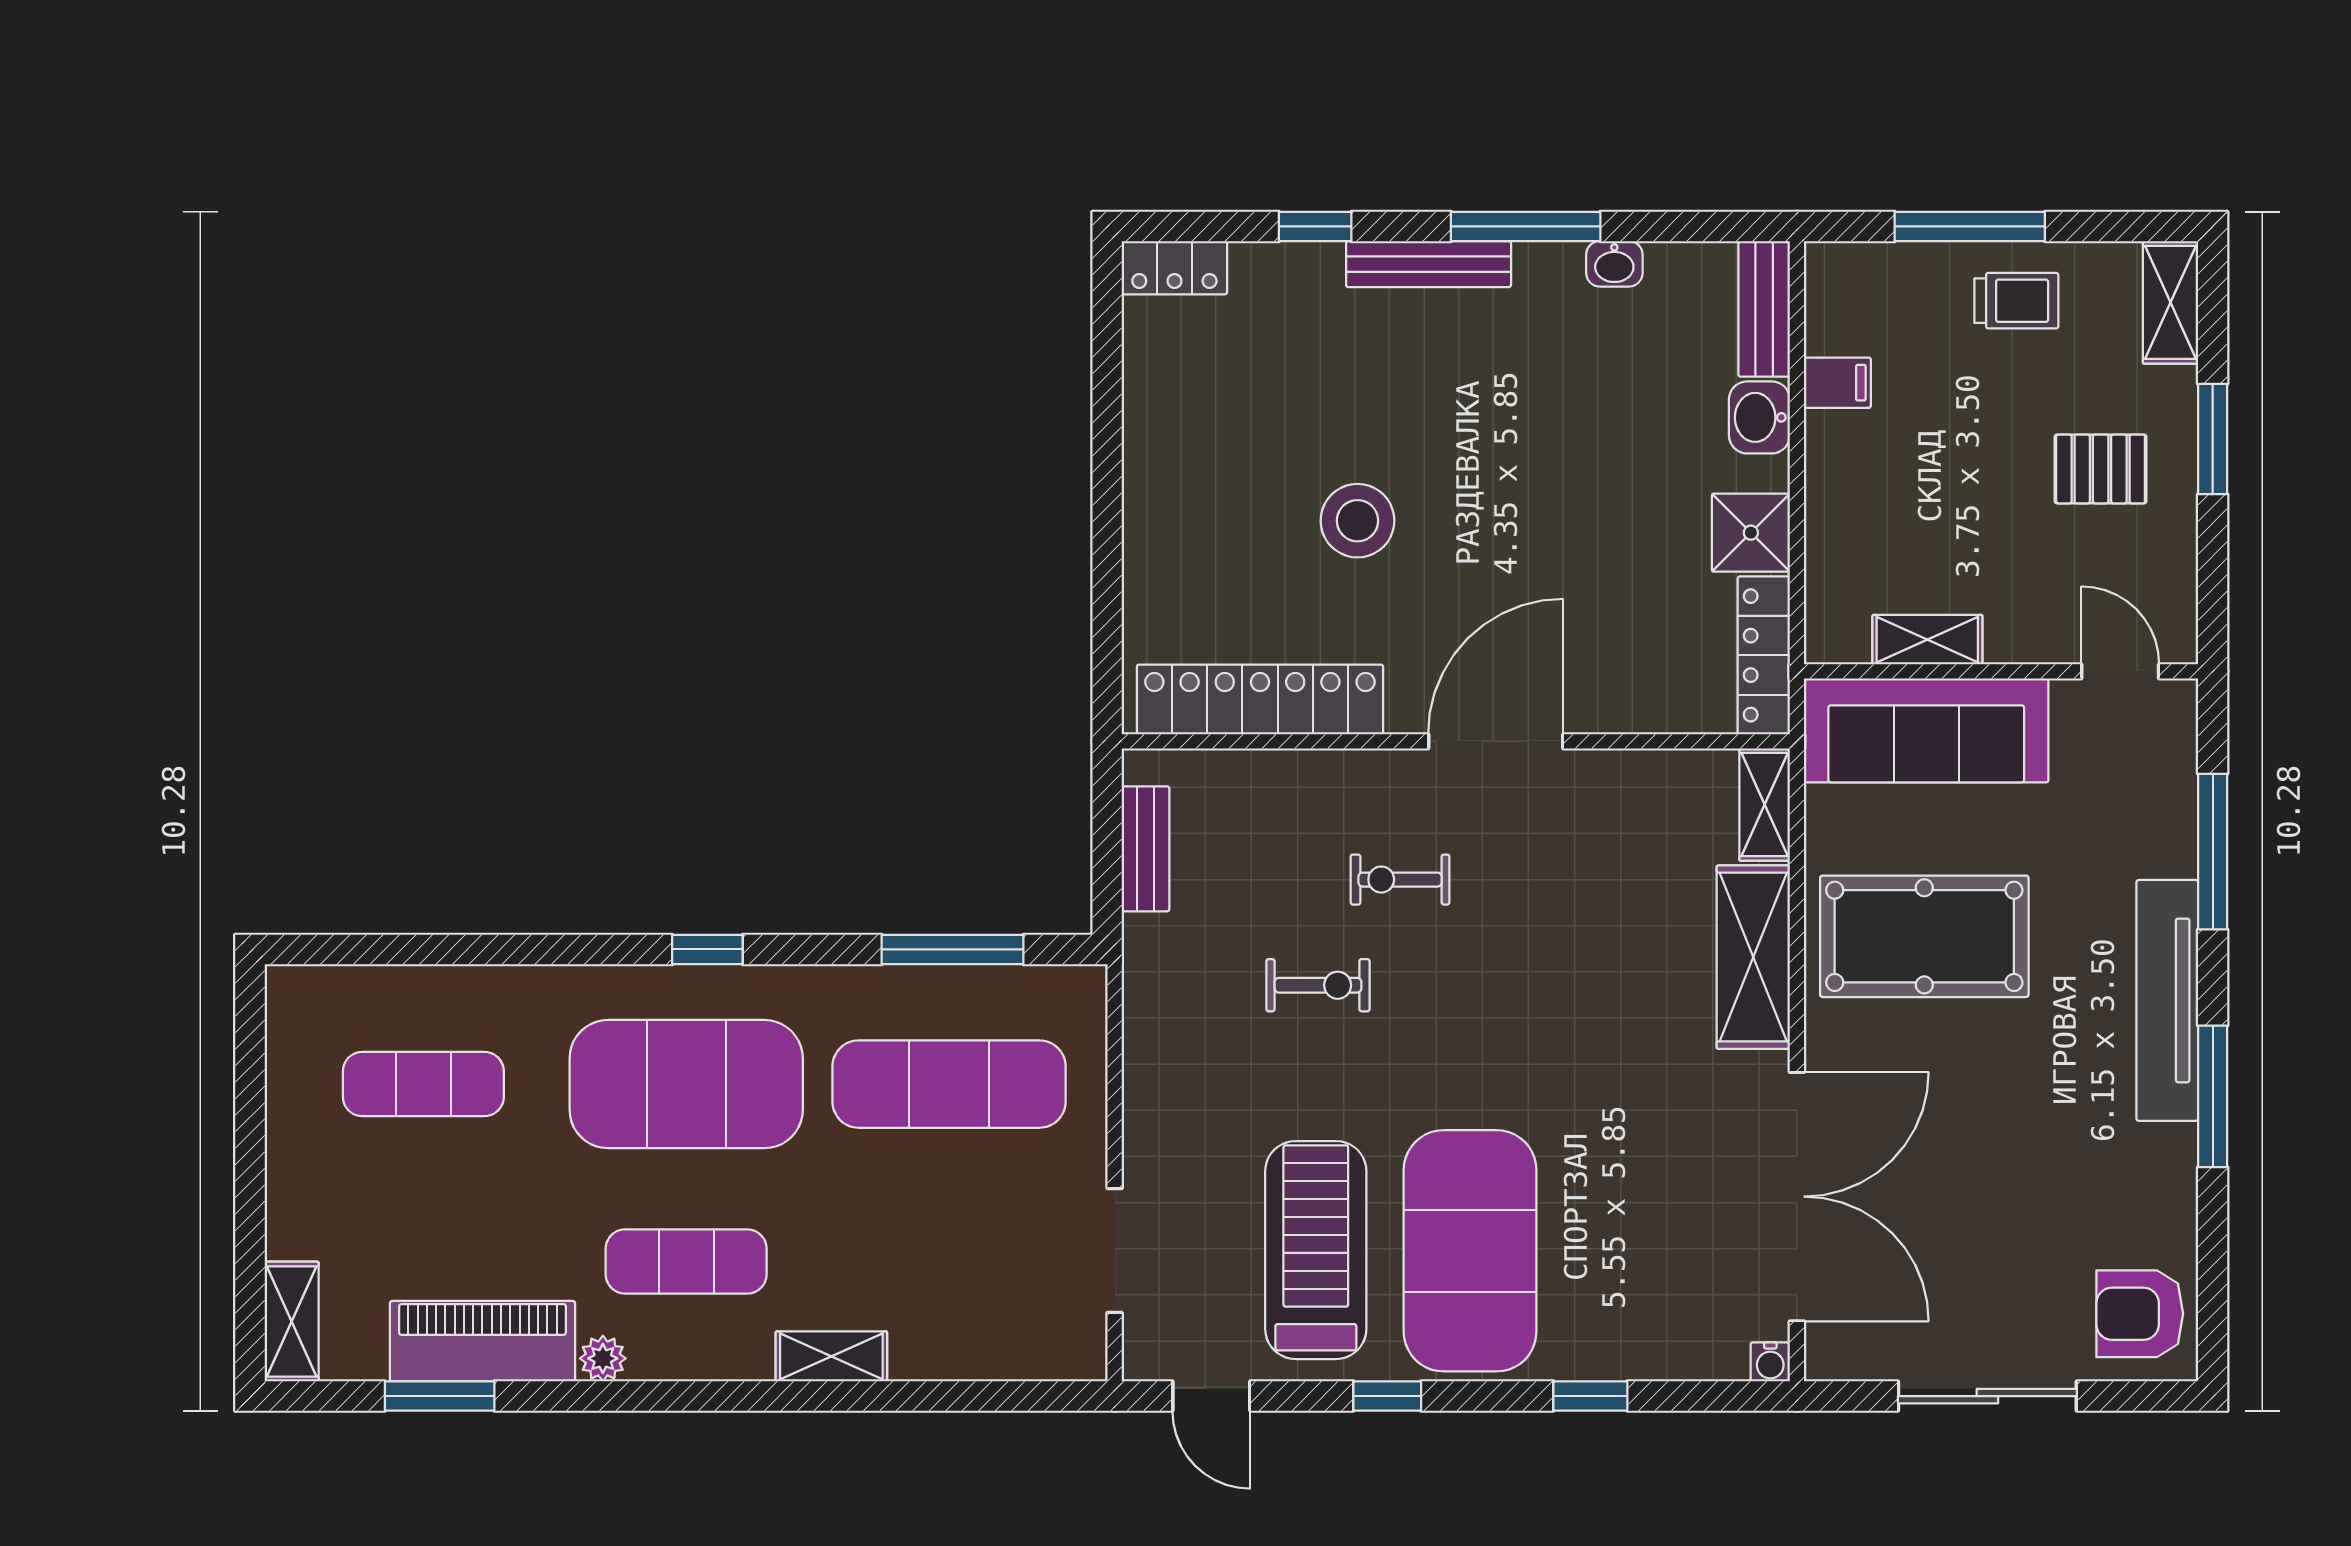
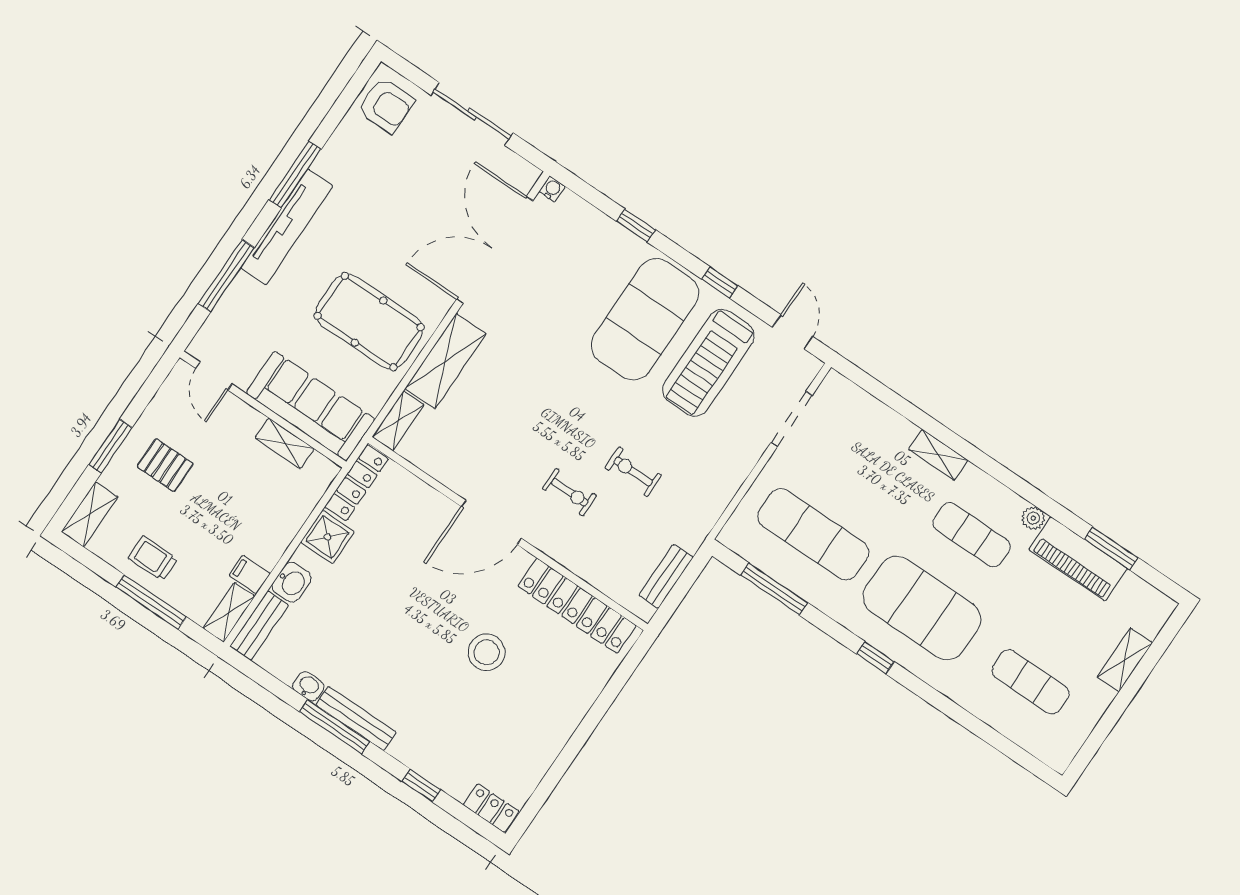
bench: (1429, 264) -> (356, 718), moved
shelving: (1829, 297) -> (229, 612), added
shelving: (292, 1322) -> (1125, 660), moved

